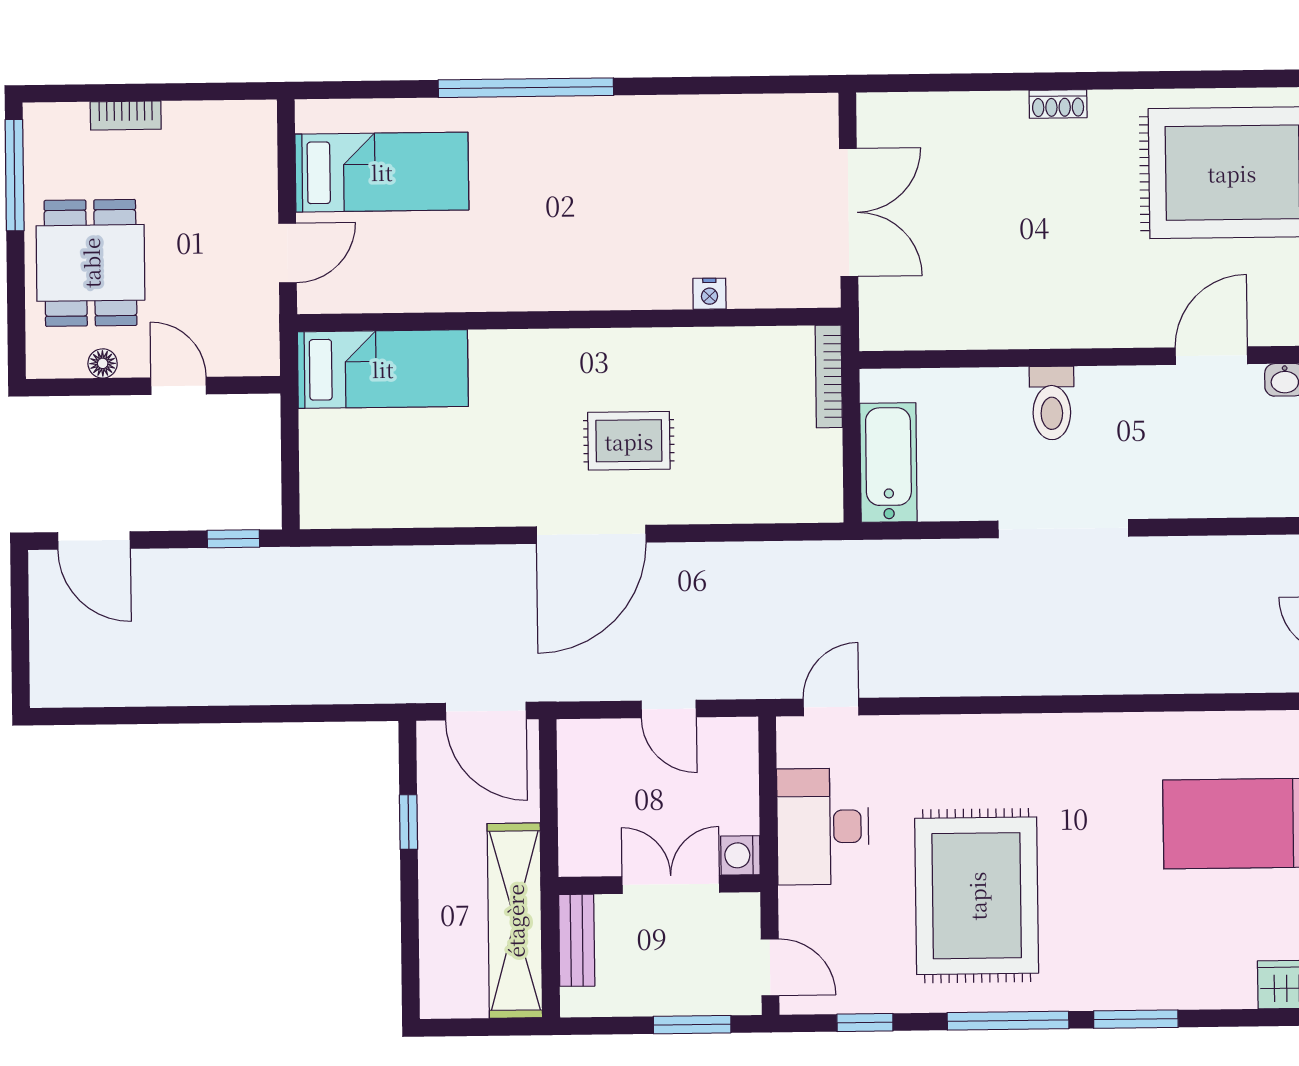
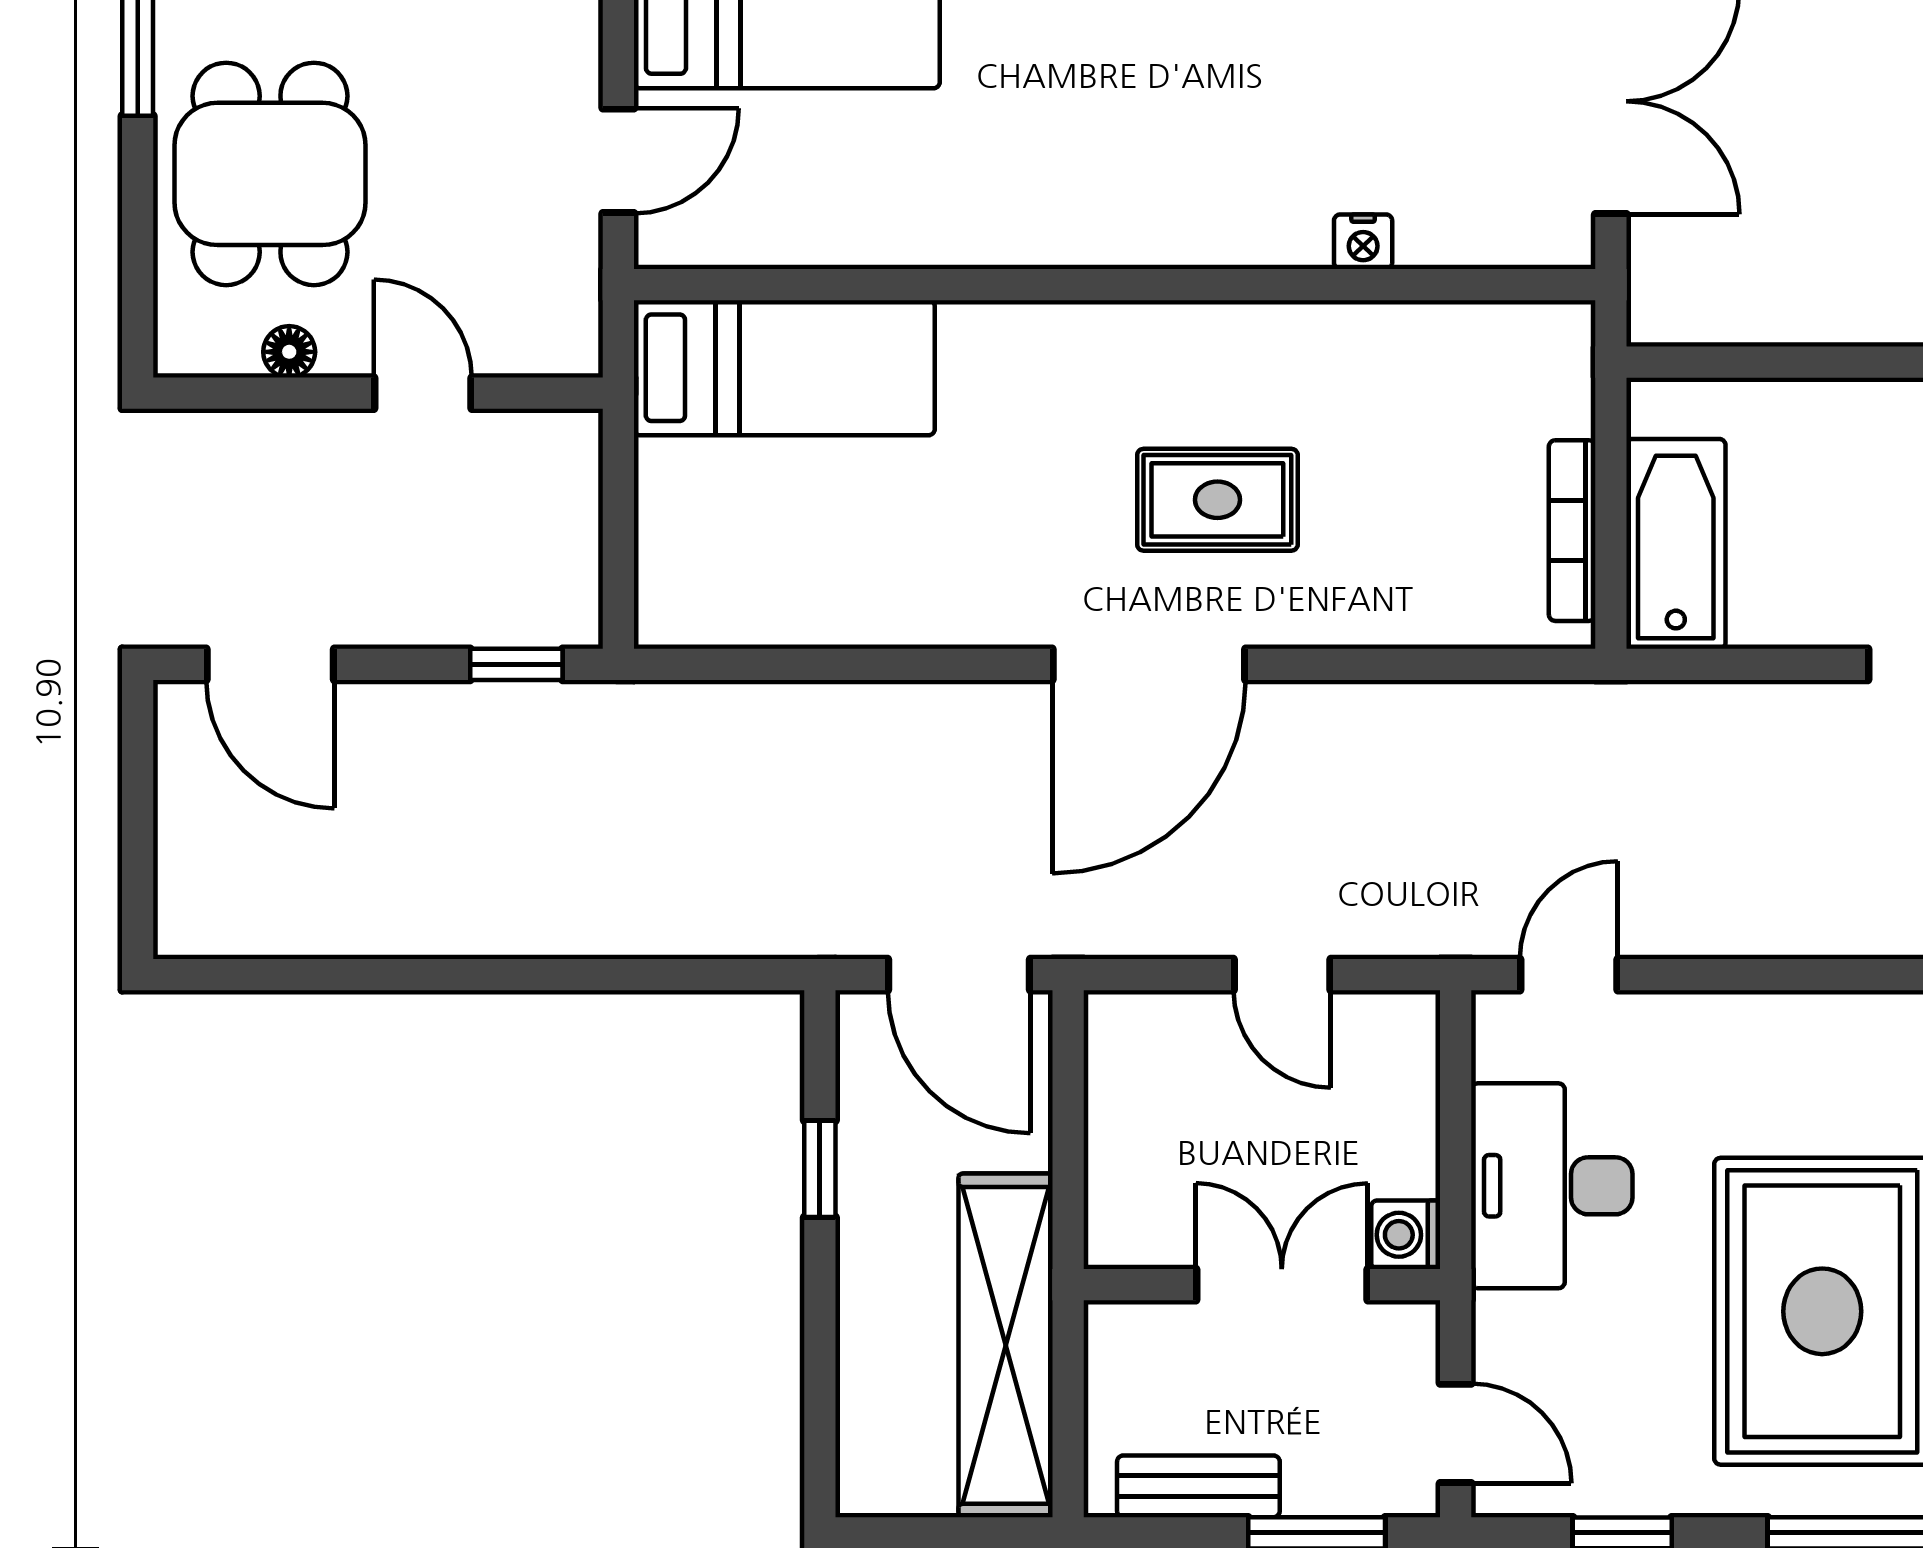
bookcase: (829, 376) -> (1572, 531), moved
bench: (577, 940) -> (1198, 1486), moved, turned 90

